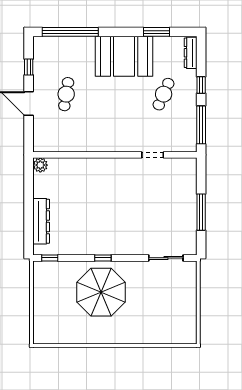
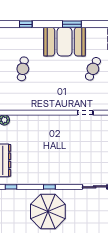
window: (70, 32) -> (26, 24), width x0.32
window: (157, 32) -> (72, 24), moved

